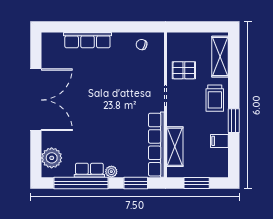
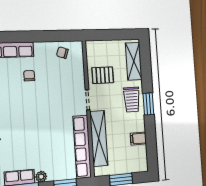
chair: (105, 67) -> (29, 76), added
window: (234, 121) -> (148, 104), moved
shelving: (175, 147) -> (99, 138), width x1.47

